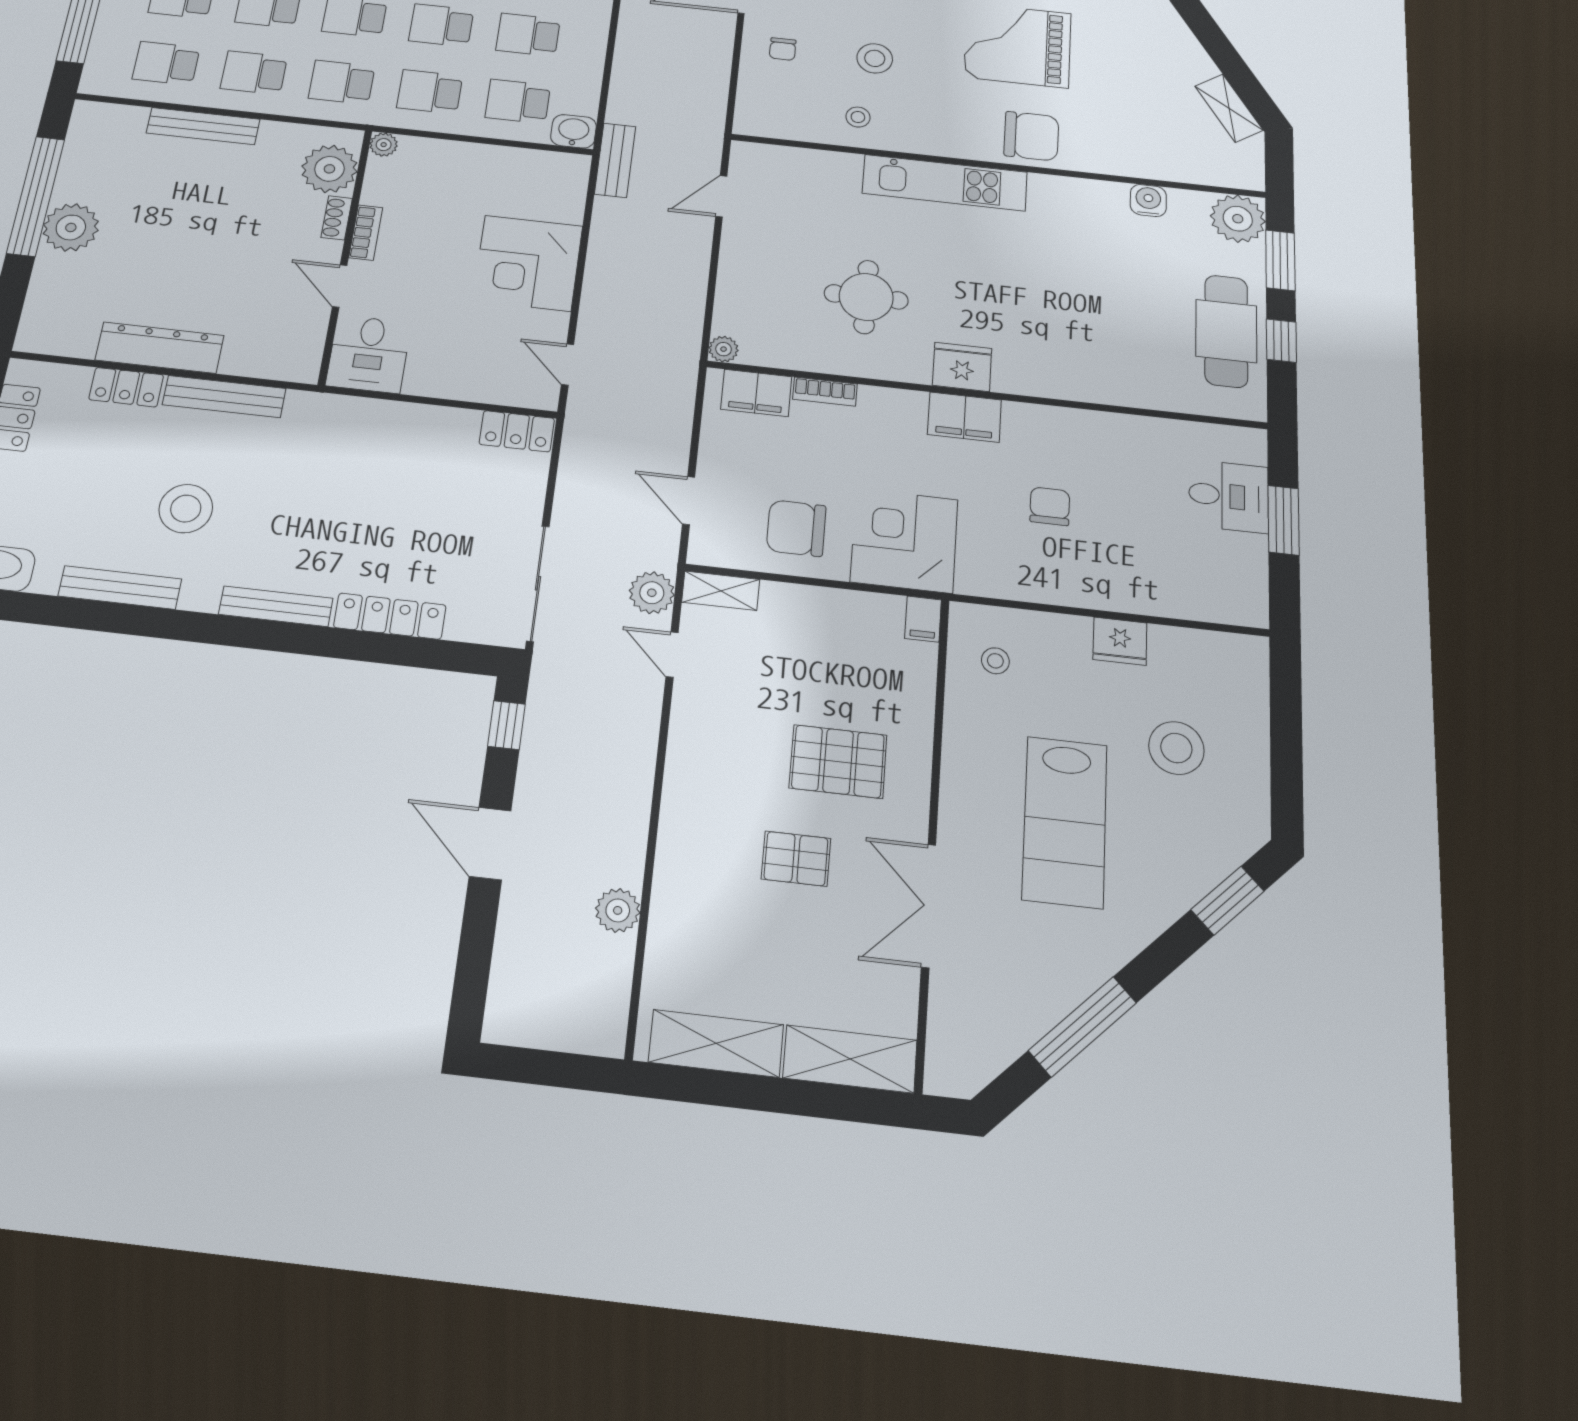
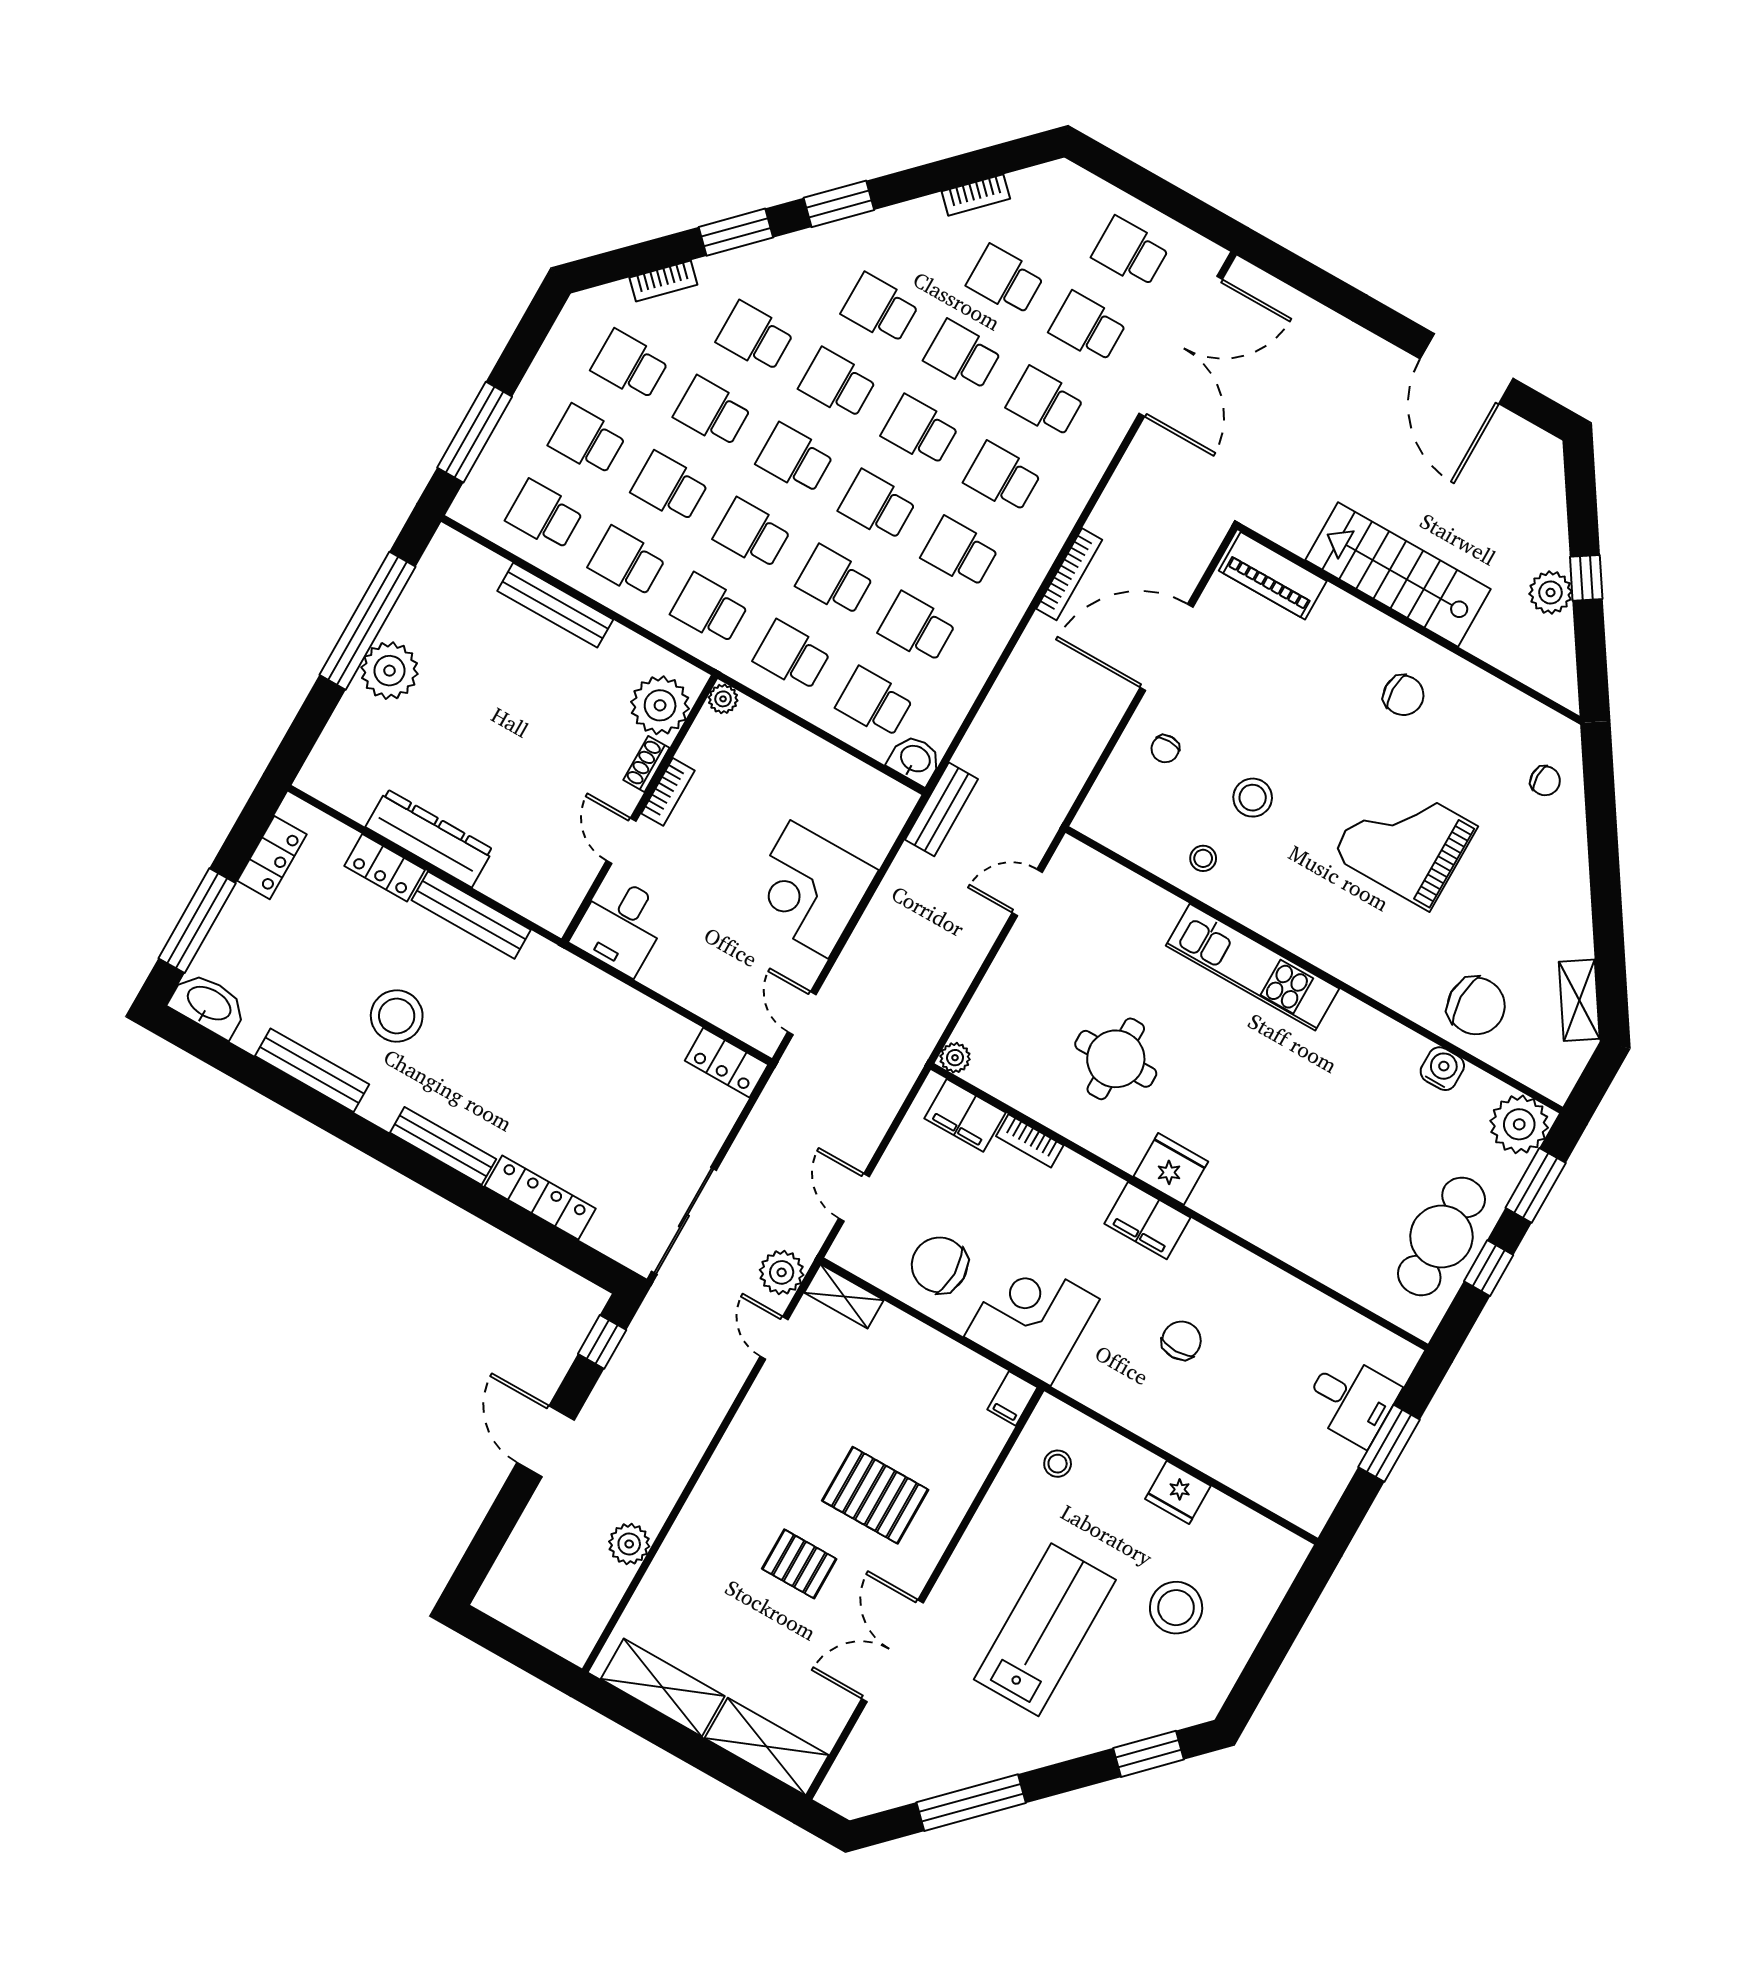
chair: (1031, 136) -> (1476, 1006), moved
lab bench: (1065, 822) -> (1045, 1630), turned 180

